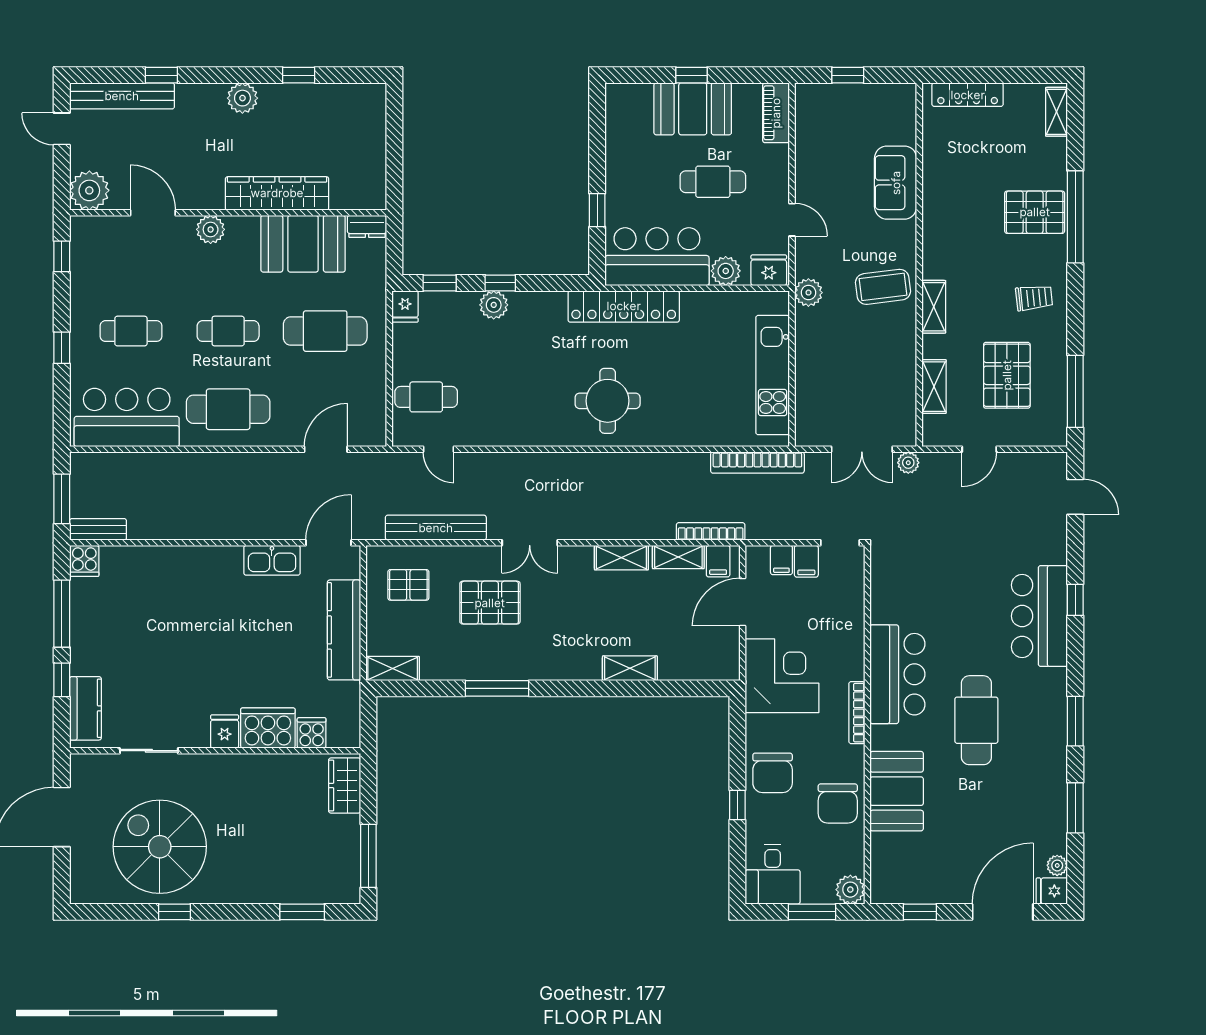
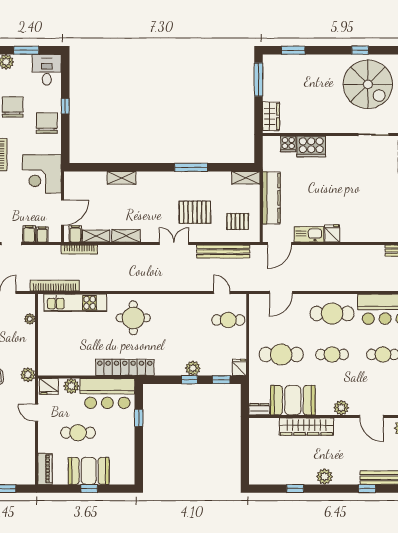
kitchen unit: (773, 375) -> (75, 303), moved, turned 90
plant: (805, 399) -> (30, 319), added
fridge: (225, 731) -> (332, 233), moved, turned 180

